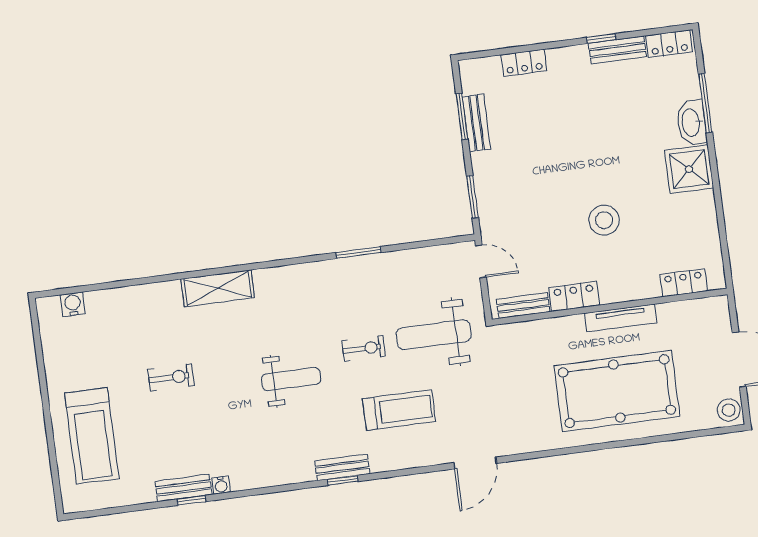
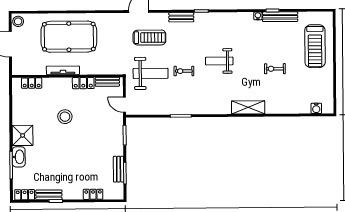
treadmill: (399, 410) -> (149, 38), moved, turned 180
treadmill: (92, 436) -> (315, 46), turned 180
bench: (342, 467) -> (181, 17), moved
bench: (183, 488) -> (280, 17), width x1.36

